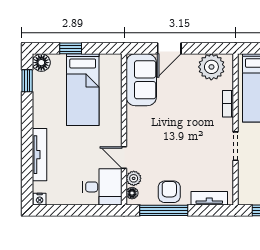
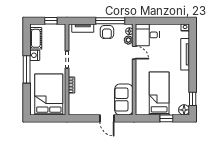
door: (169, 48) -> (107, 118), swing flipped
plant: (211, 67) -> (81, 107), removed

